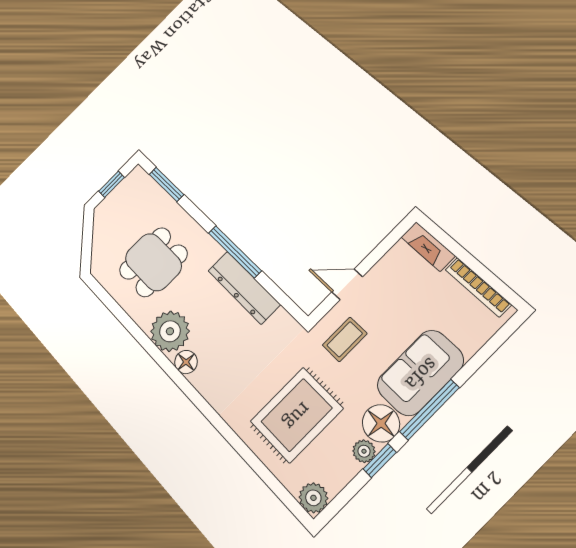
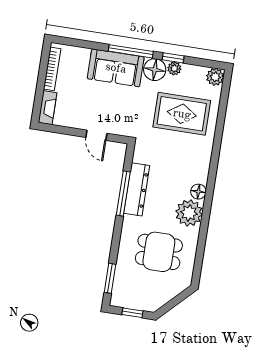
window: (235, 252) -> (123, 193), moved
coffee table: (345, 339) -> (126, 116), removed

